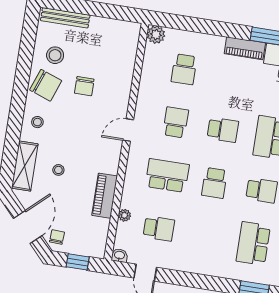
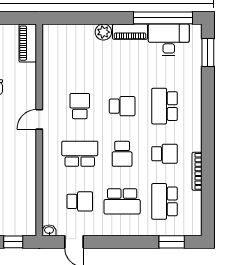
plant: (156, 35) -> (103, 32), moved
school desk: (184, 69) -> (122, 201), moved, width x1.85
piano: (105, 196) -> (28, 43), moved
plant: (124, 215) -> (48, 195), removed

